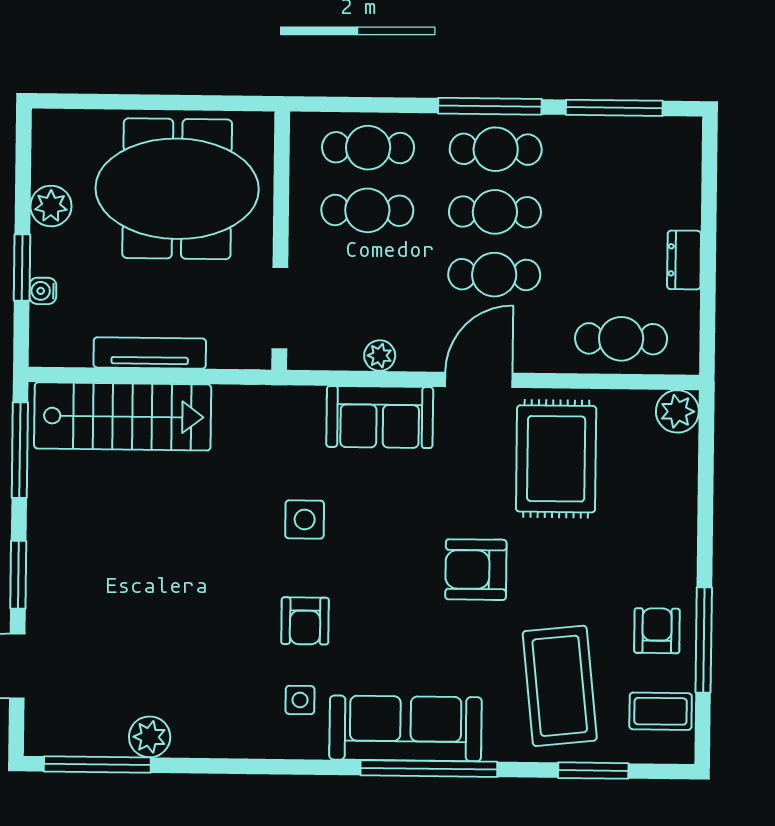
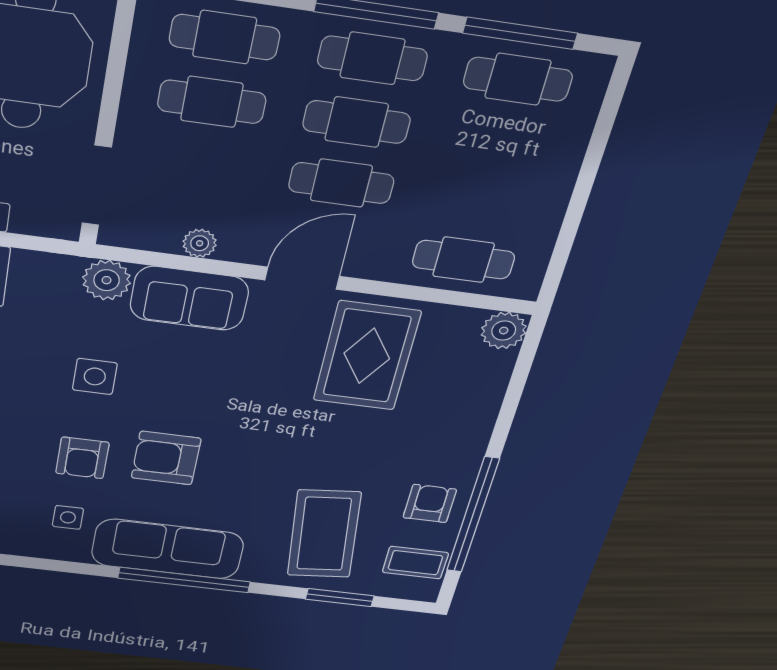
cafe table: (623, 151) -> (518, 79), added
dresser: (684, 260) -> (553, 195), removed
plant: (301, 408) -> (107, 280), added
armchair: (476, 570) -> (166, 458), moved
window: (704, 640) -> (473, 515), width x1.46

